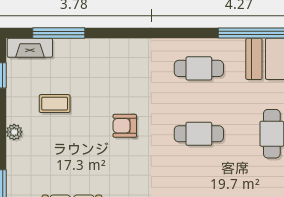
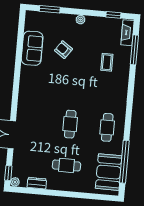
coffee table: (55, 104) -> (107, 62), moved
armchair: (125, 126) -> (63, 50), moved, turned -55

